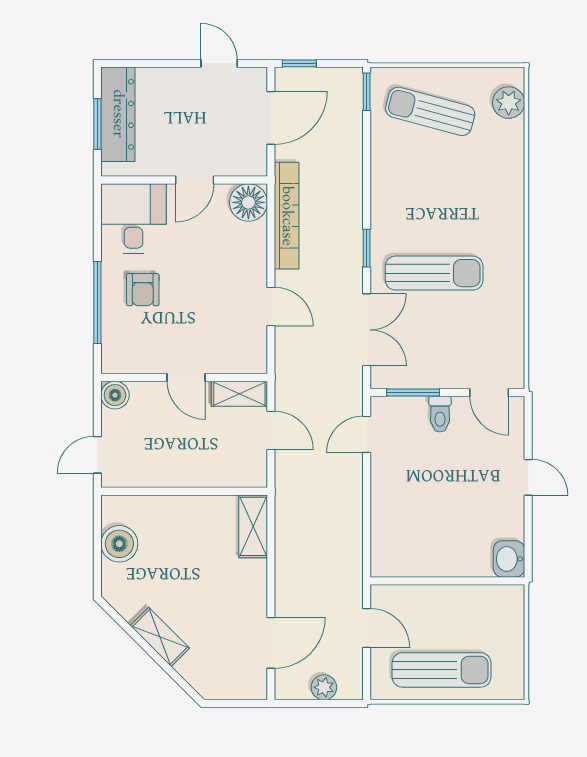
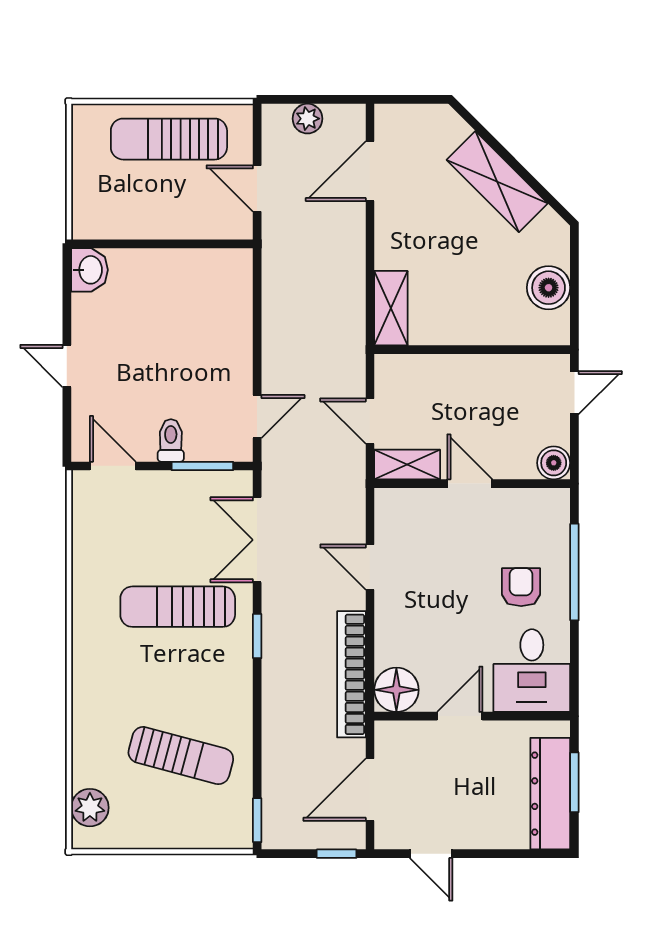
sun lounger: (430, 111) -> (181, 756), moved
shelving: (160, 637) -> (497, 182), width x1.50, depth x1.33

